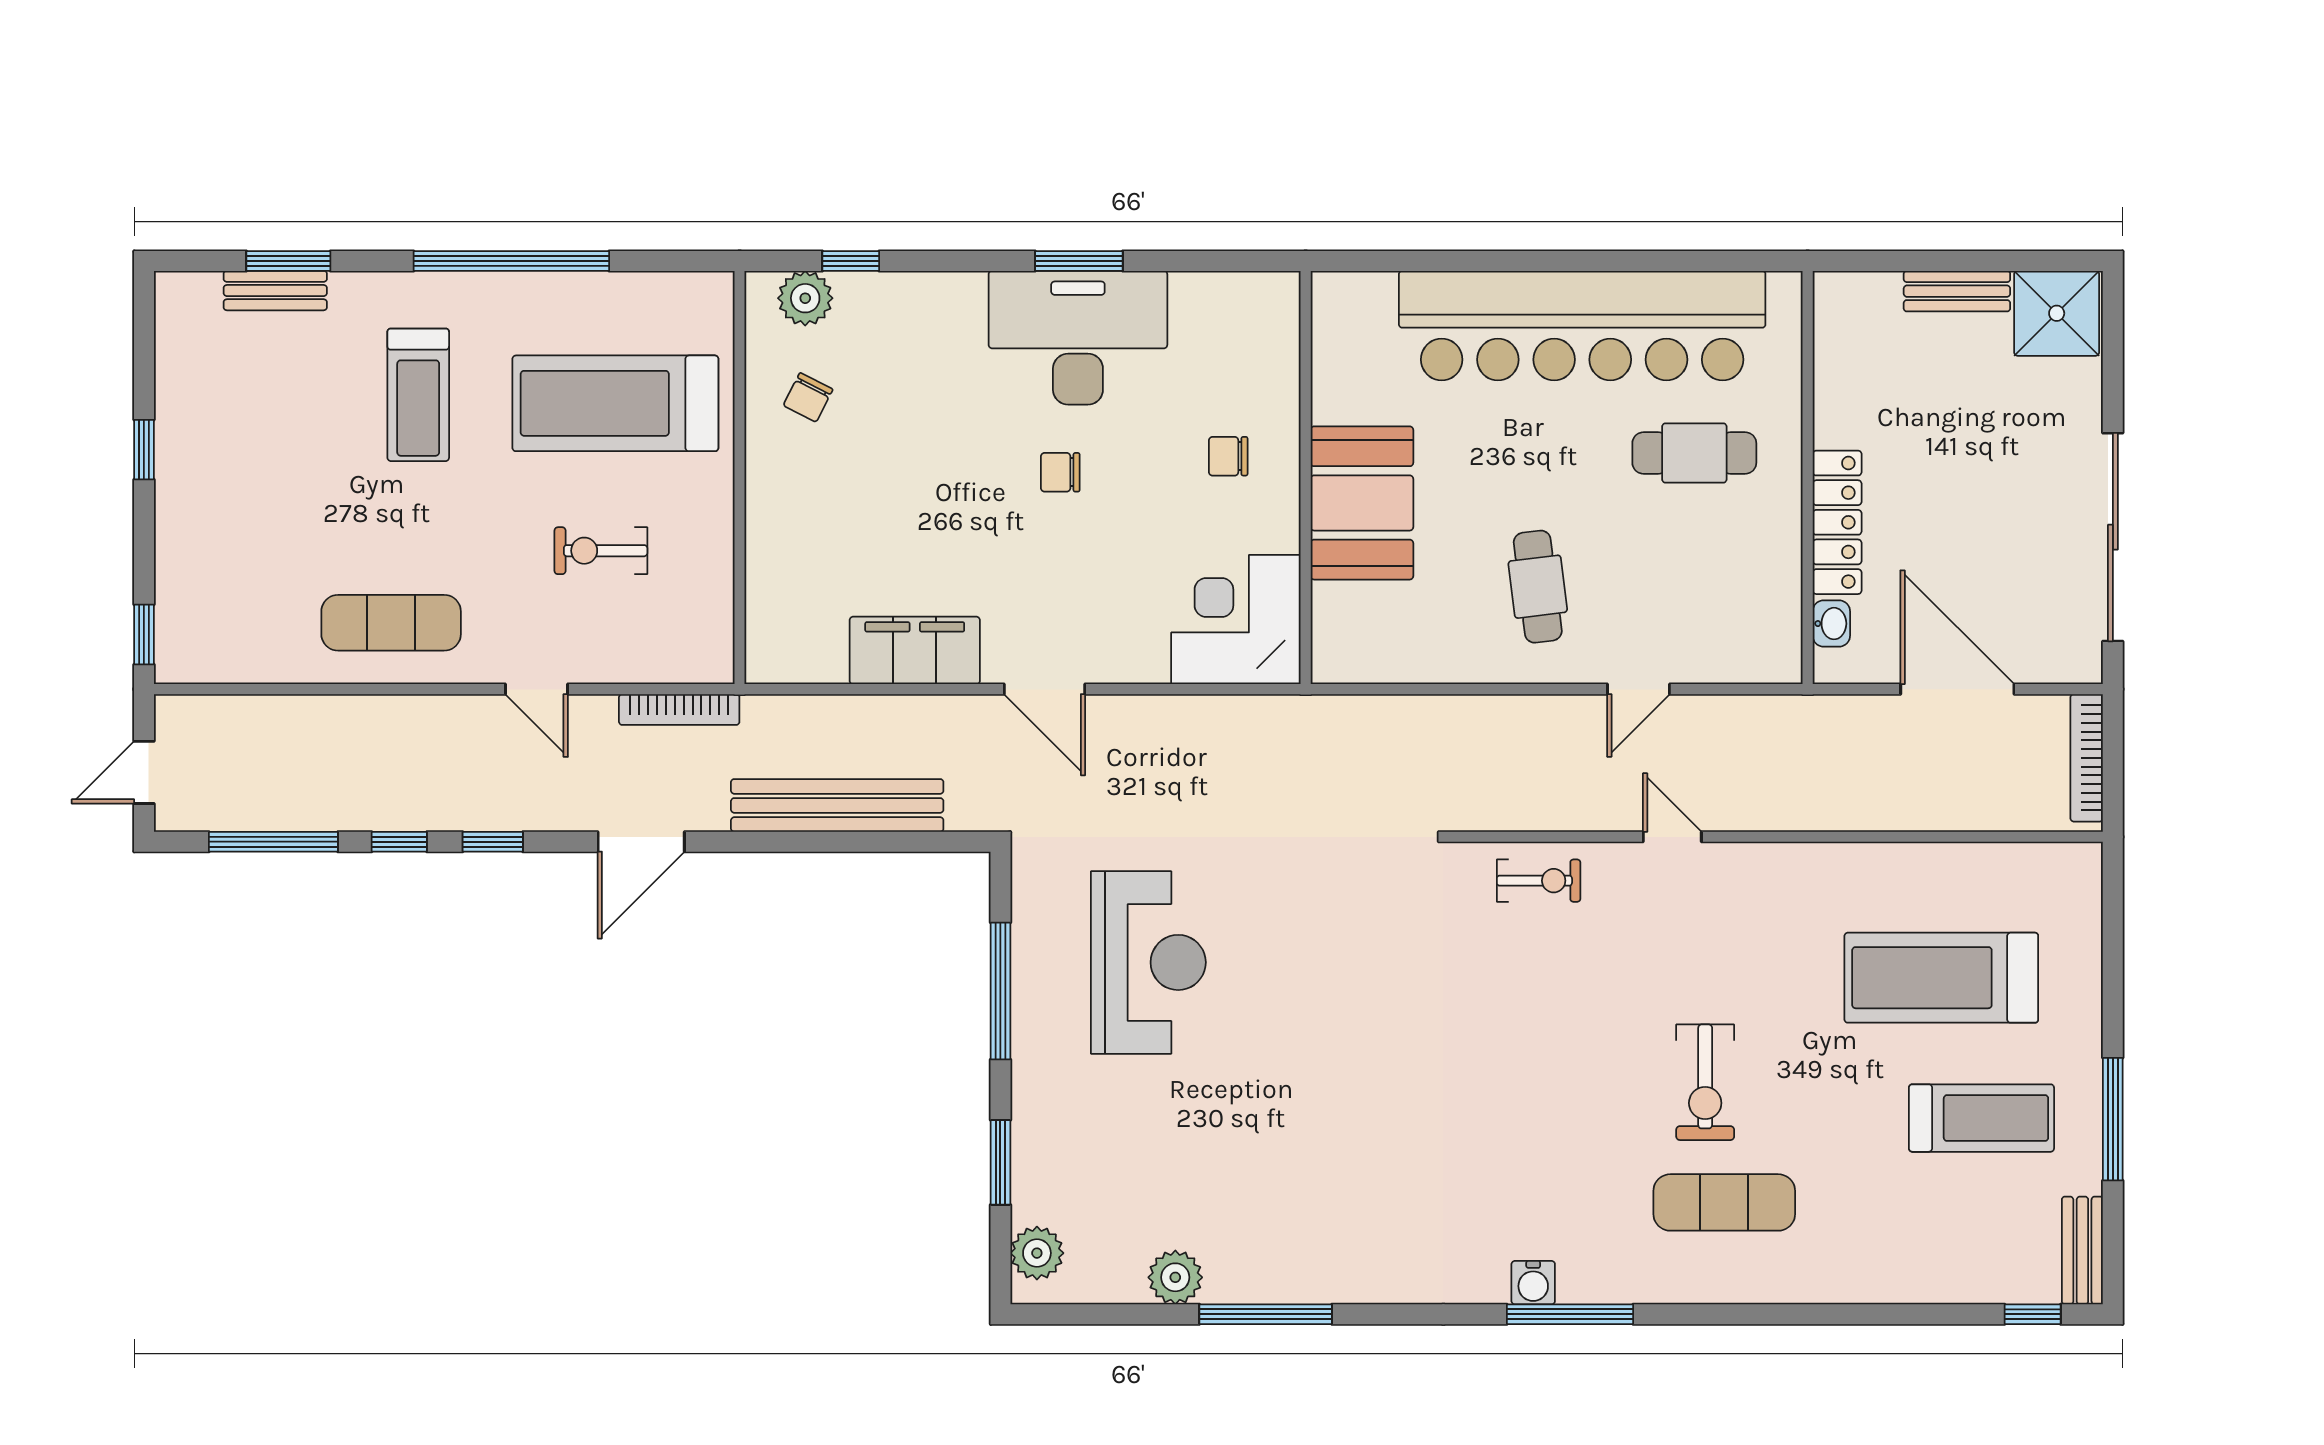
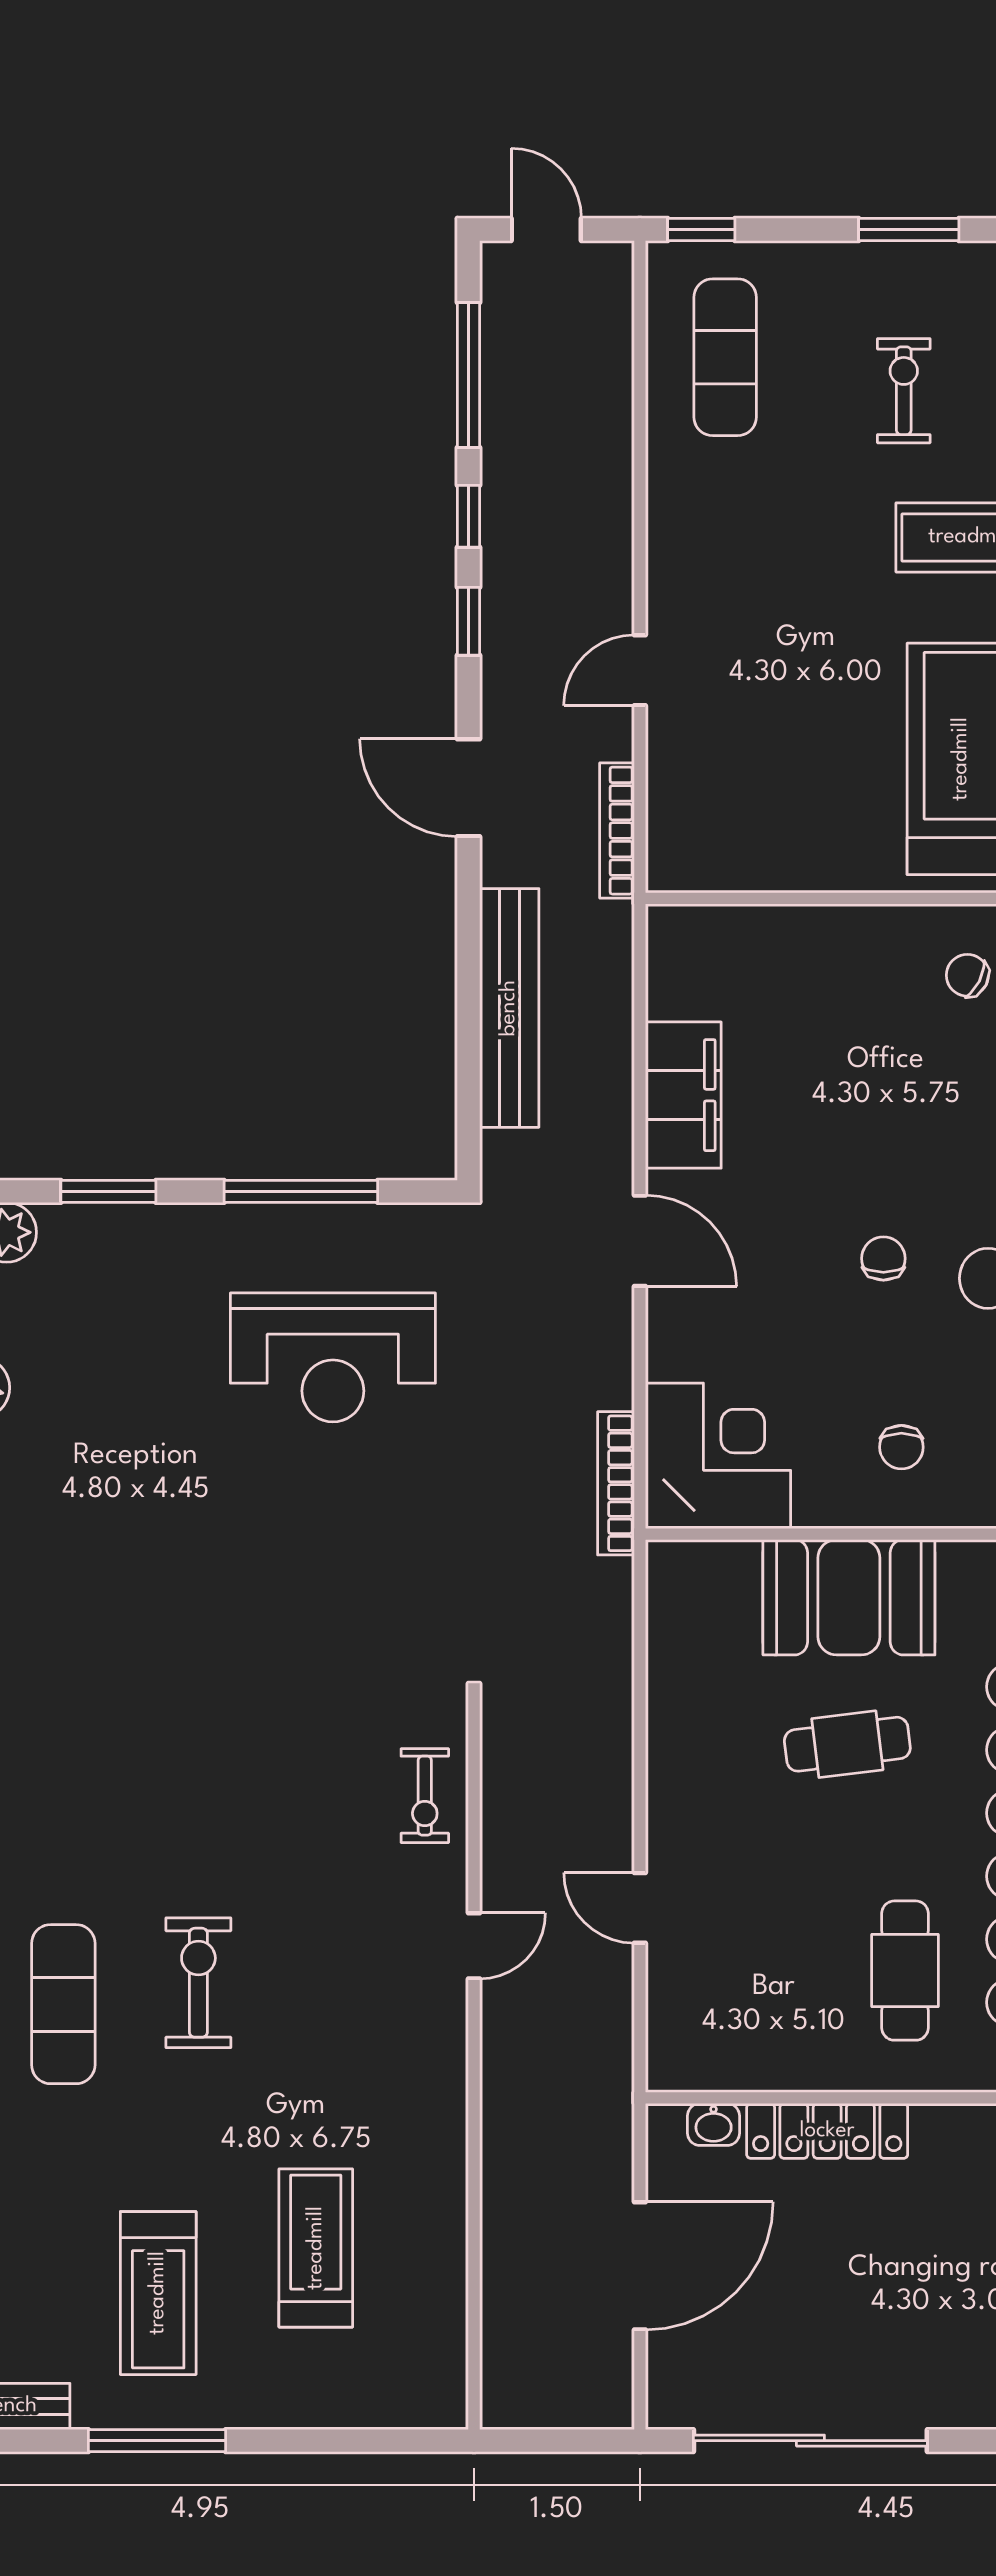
window: (144, 450) -> (909, 230), width x1.50
chair: (1228, 456) -> (901, 1447), turned 180
exercise bike: (601, 551) -> (904, 391), moved
cafe table: (1538, 587) -> (847, 1744), moved
exercise mat: (391, 623) -> (725, 357), moved
door: (1045, 689) -> (640, 1241), swing flipped
bookcase: (2087, 758) -> (616, 1483), moved, turned -90
treadmill: (1941, 978) -> (316, 2248), width x0.73, depth x0.73
exercise bike: (1705, 1082) -> (198, 1983), turned 90

